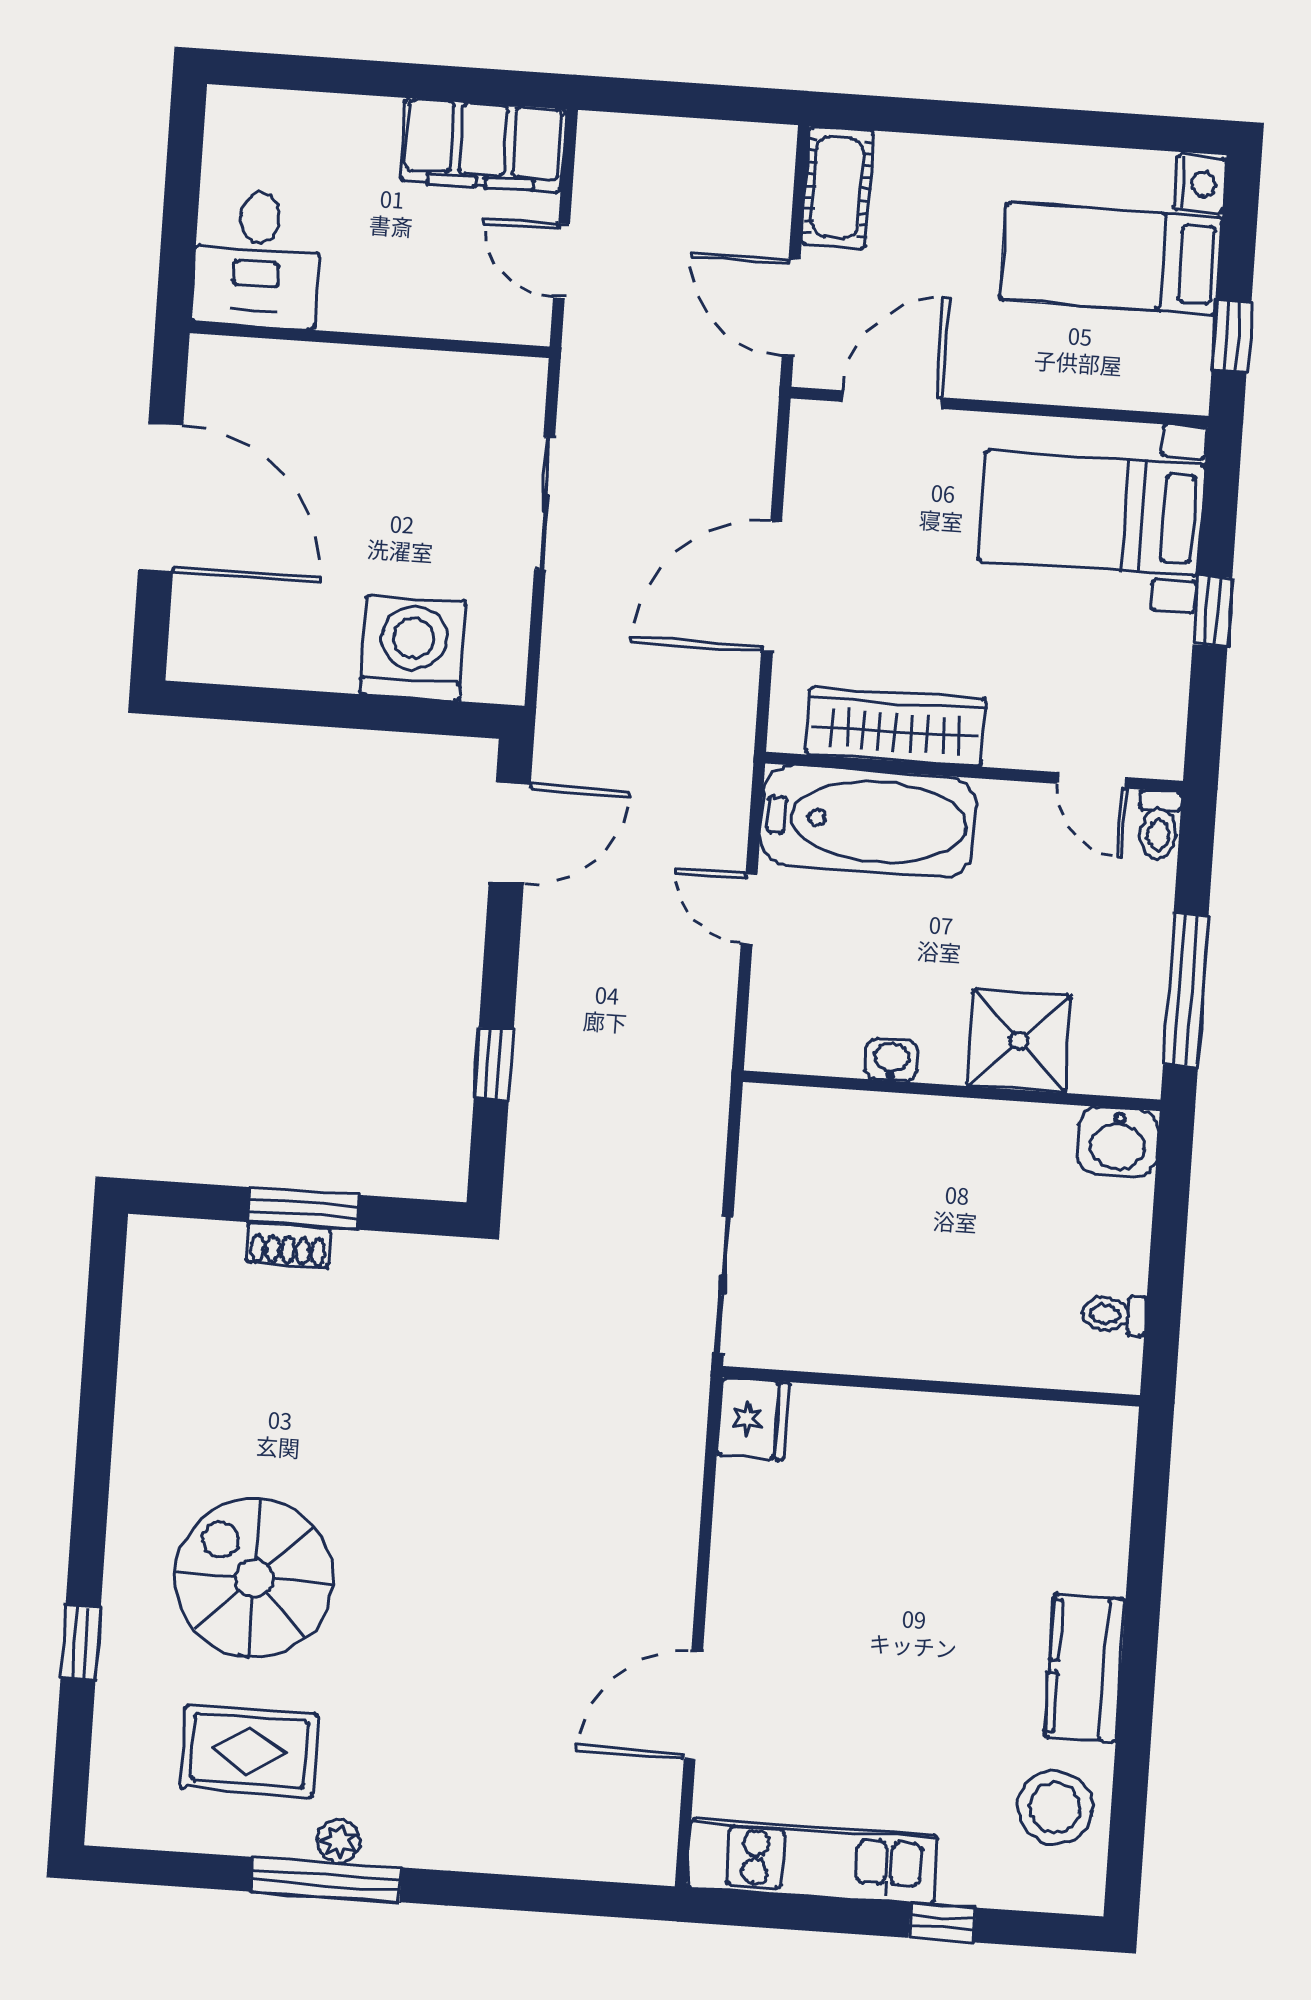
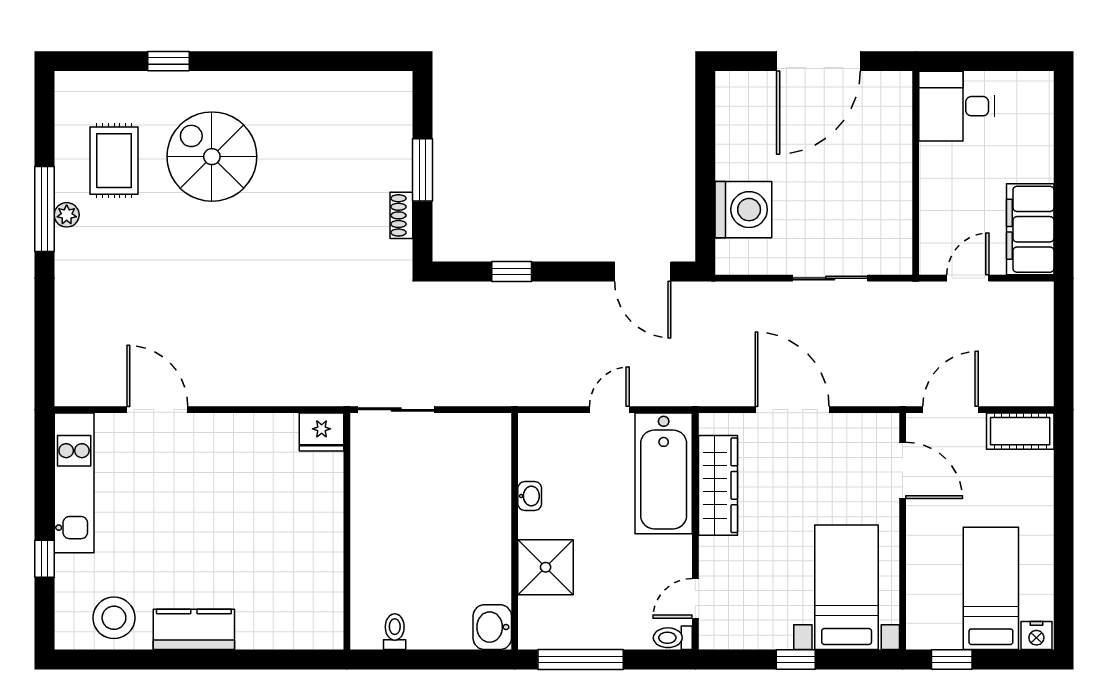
shoe rack: (288, 1245) -> (401, 215), moved
spiral stairs: (254, 1578) -> (212, 157), turned -90

